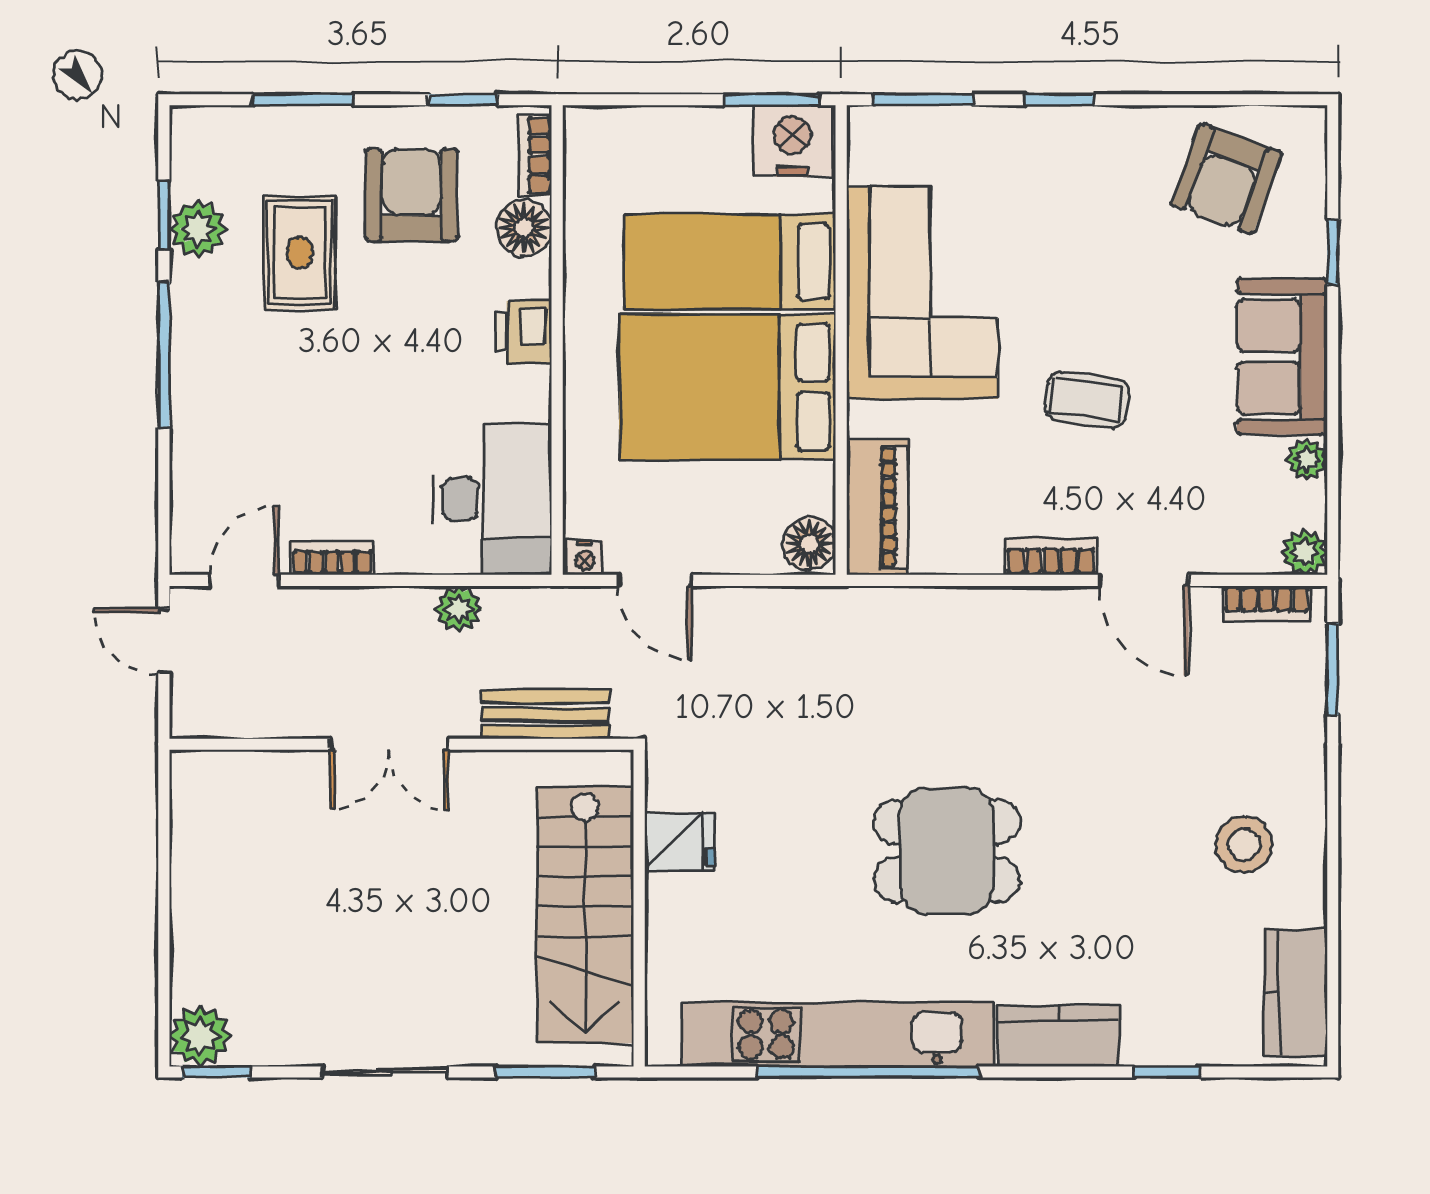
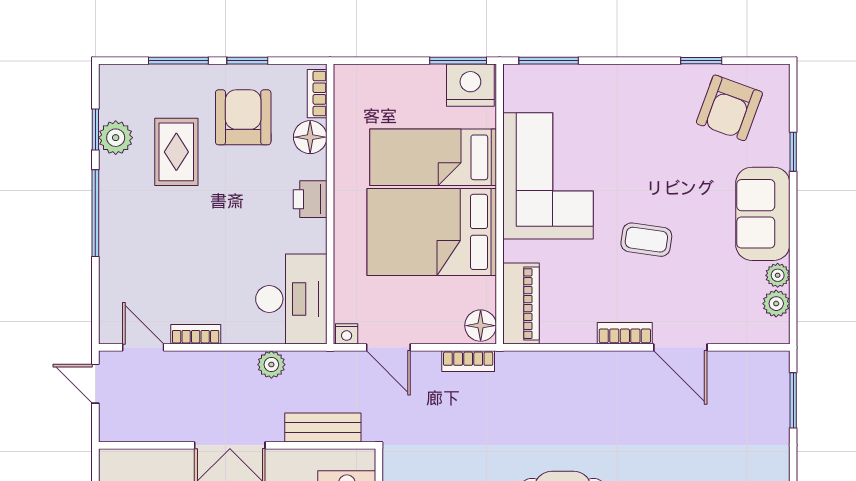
window: (463, 100) -> (247, 61), moved
window: (1060, 100) -> (701, 61), moved
plant: (1305, 552) -> (776, 304), moved
door: (244, 580) -> (143, 347), hinge flipped
bookcase: (1267, 603) -> (468, 361), moved

